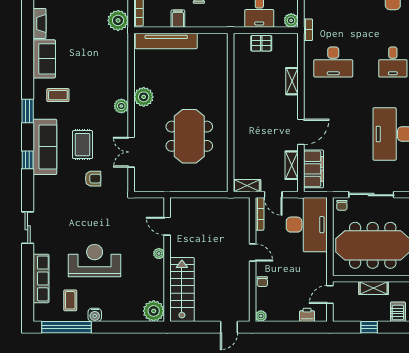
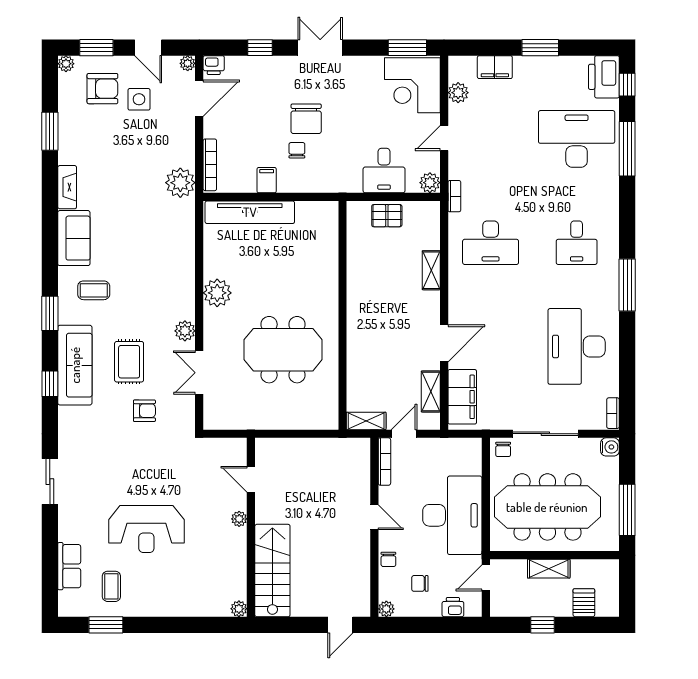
plant: (121, 106) -> (185, 331), moved
meeting table: (189, 136) -> (283, 350), turned 90
door: (273, 195) -> (404, 434), swing flipped
desk: (307, 225) -> (452, 515), moved
reception desk: (95, 261) -> (146, 529), turned 180
row of seats: (41, 278) -> (69, 566), width x0.68
chair: (284, 298) -> (420, 583), added
plant: (154, 311) -> (239, 609), width x0.53, depth x0.53
water cooler: (95, 315) -> (147, 607), removed
window: (66, 327) -> (106, 625), width x0.47

